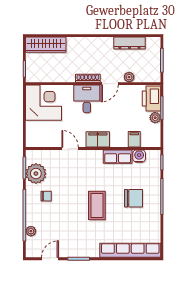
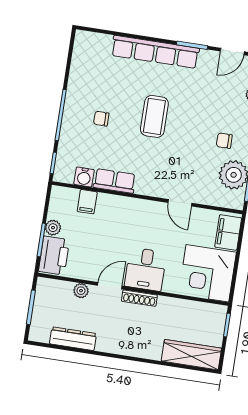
filing cabinet: (98, 139) -> (228, 232), moved, turned 90
chair: (133, 198) -> (101, 119), width x0.54, depth x0.54
row of seats: (130, 250) -> (155, 52), moved

